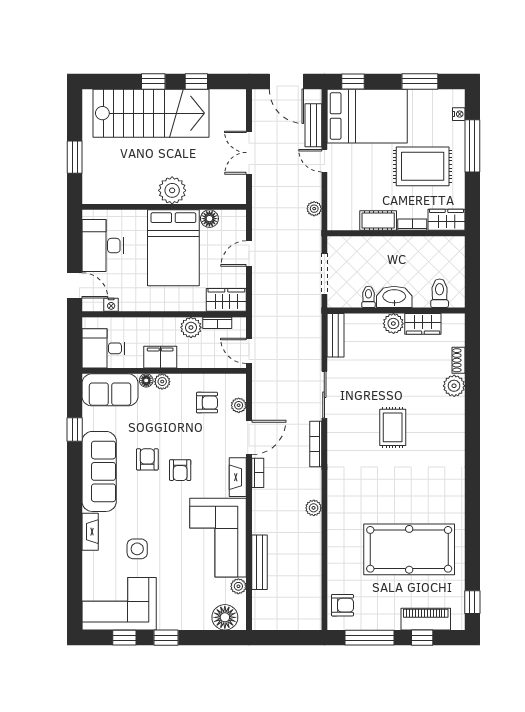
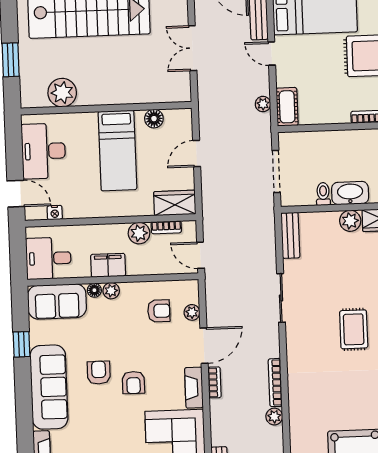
plant: (172, 190) -> (62, 93), moved
cot: (378, 221) -> (287, 107), moved, turned 90
bed: (173, 248) -> (117, 151), width x0.67
bookcase: (316, 444) -> (275, 383), moved

